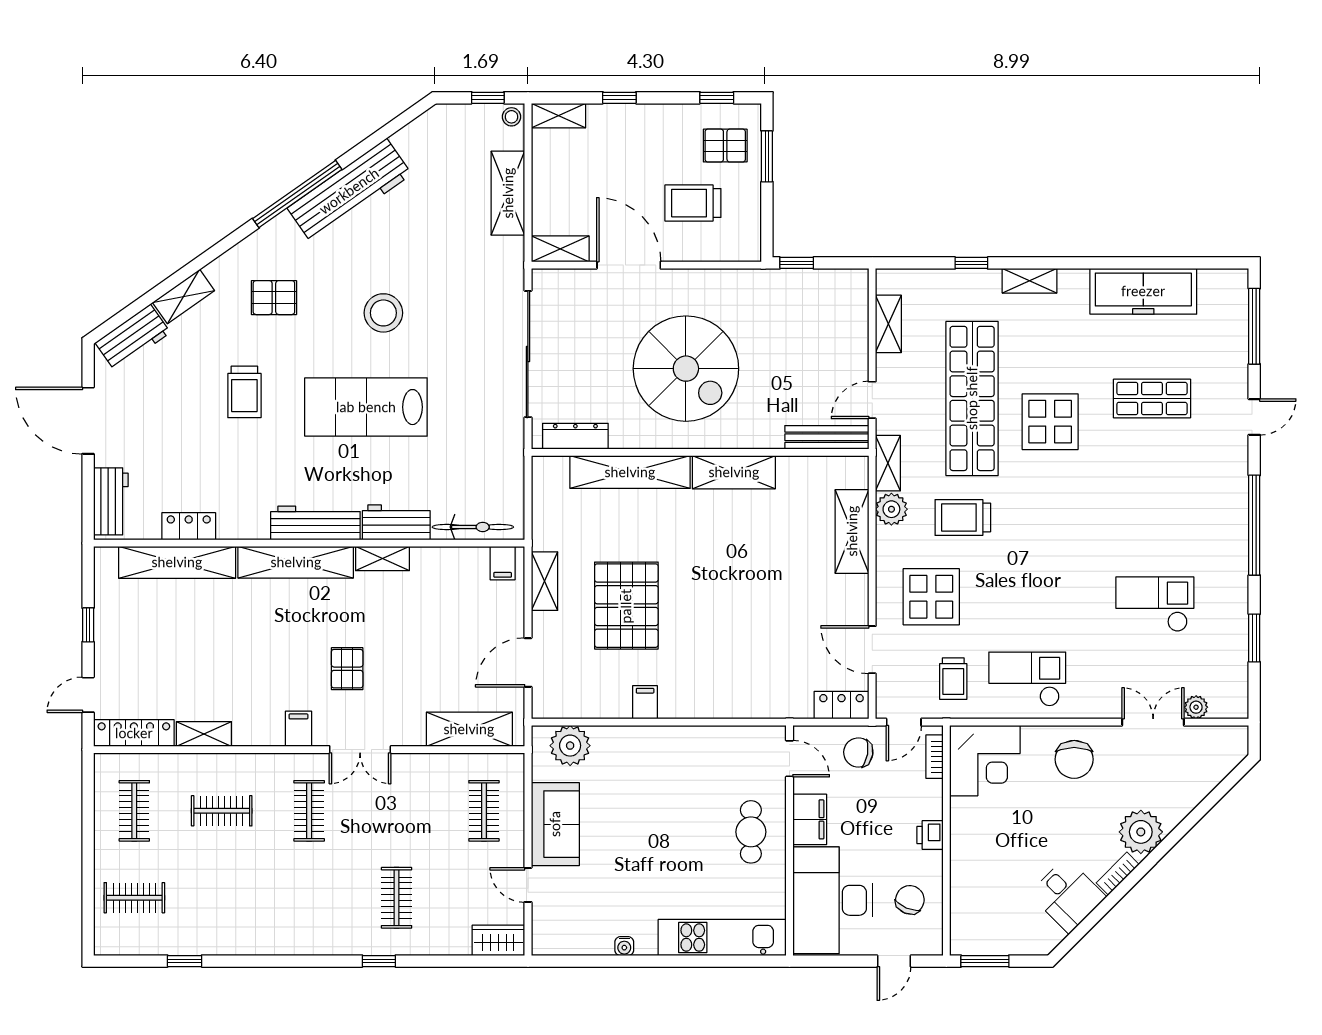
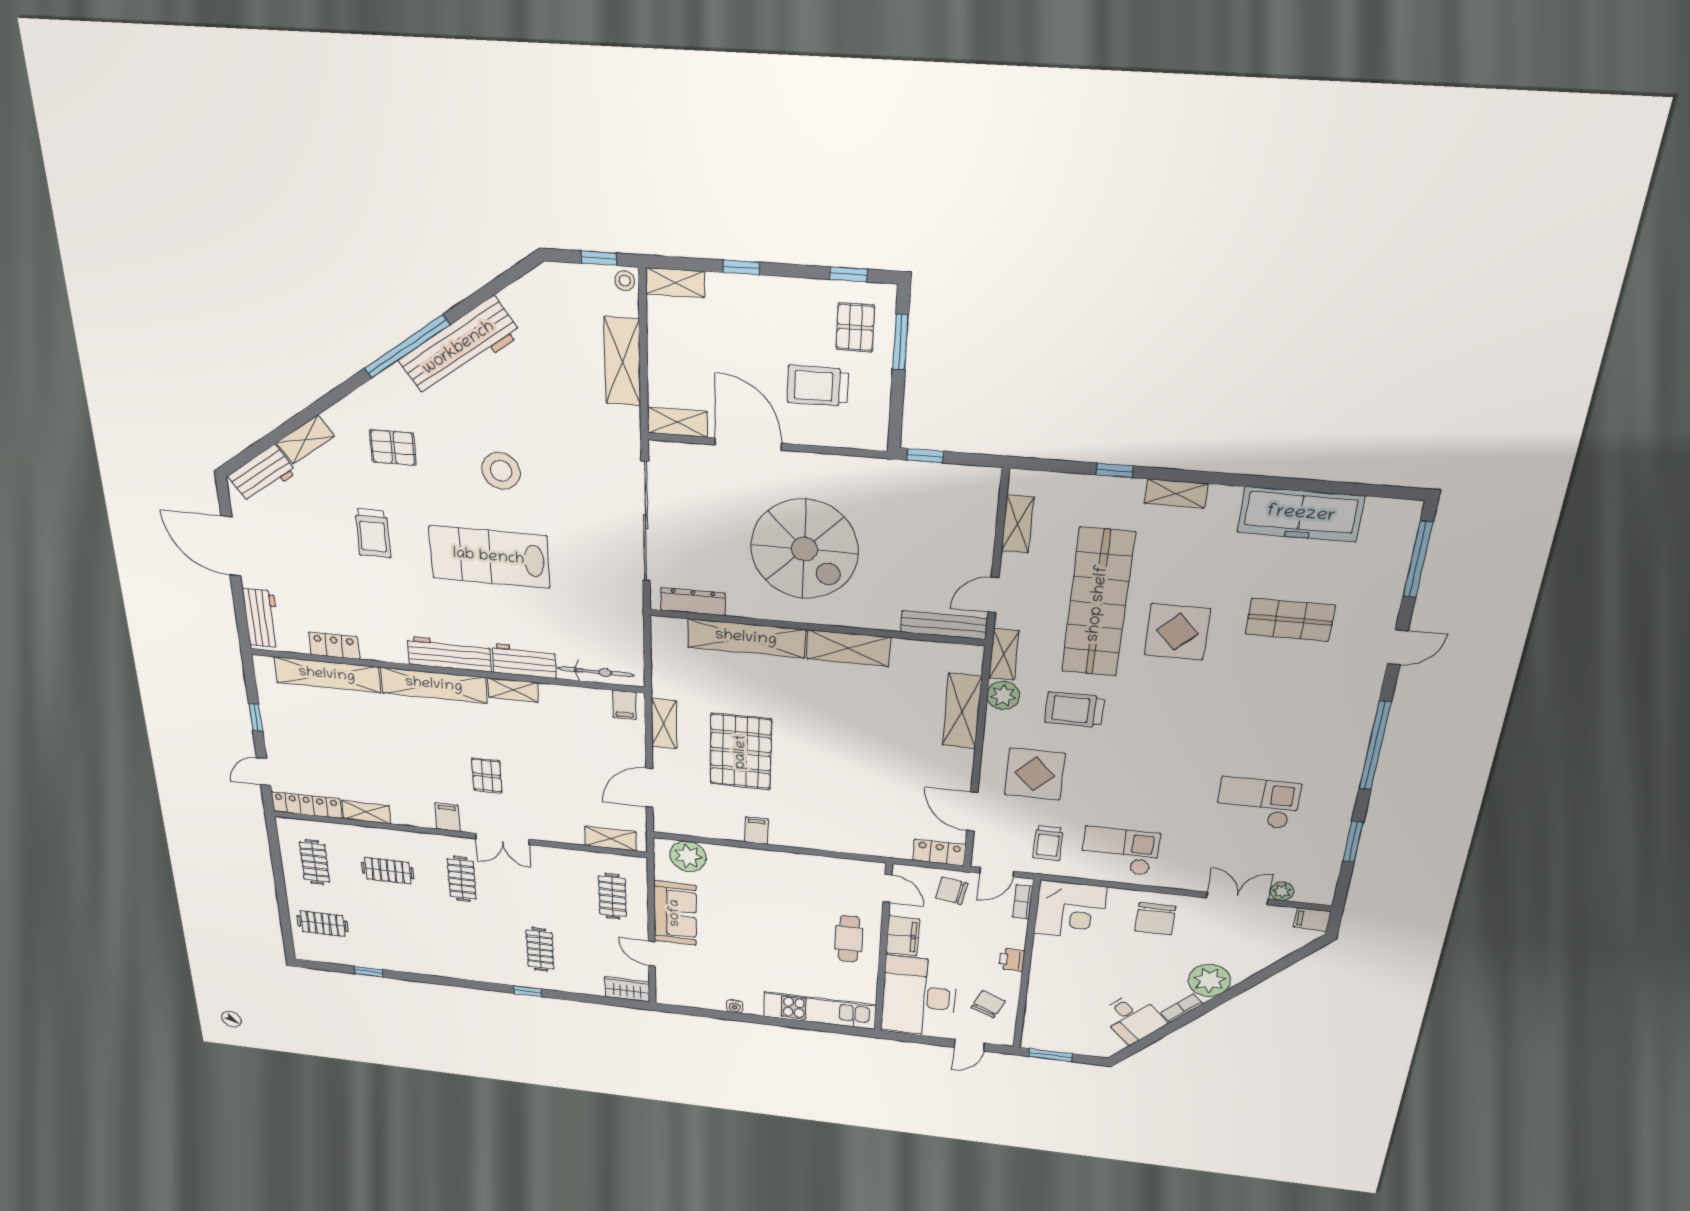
pallet: (725, 146) -> (855, 327), turned 90
shelving: (469, 729) -> (611, 839), width x0.67, depth x0.75
filing cabinet: (1232, 738) -> (1312, 919), added

